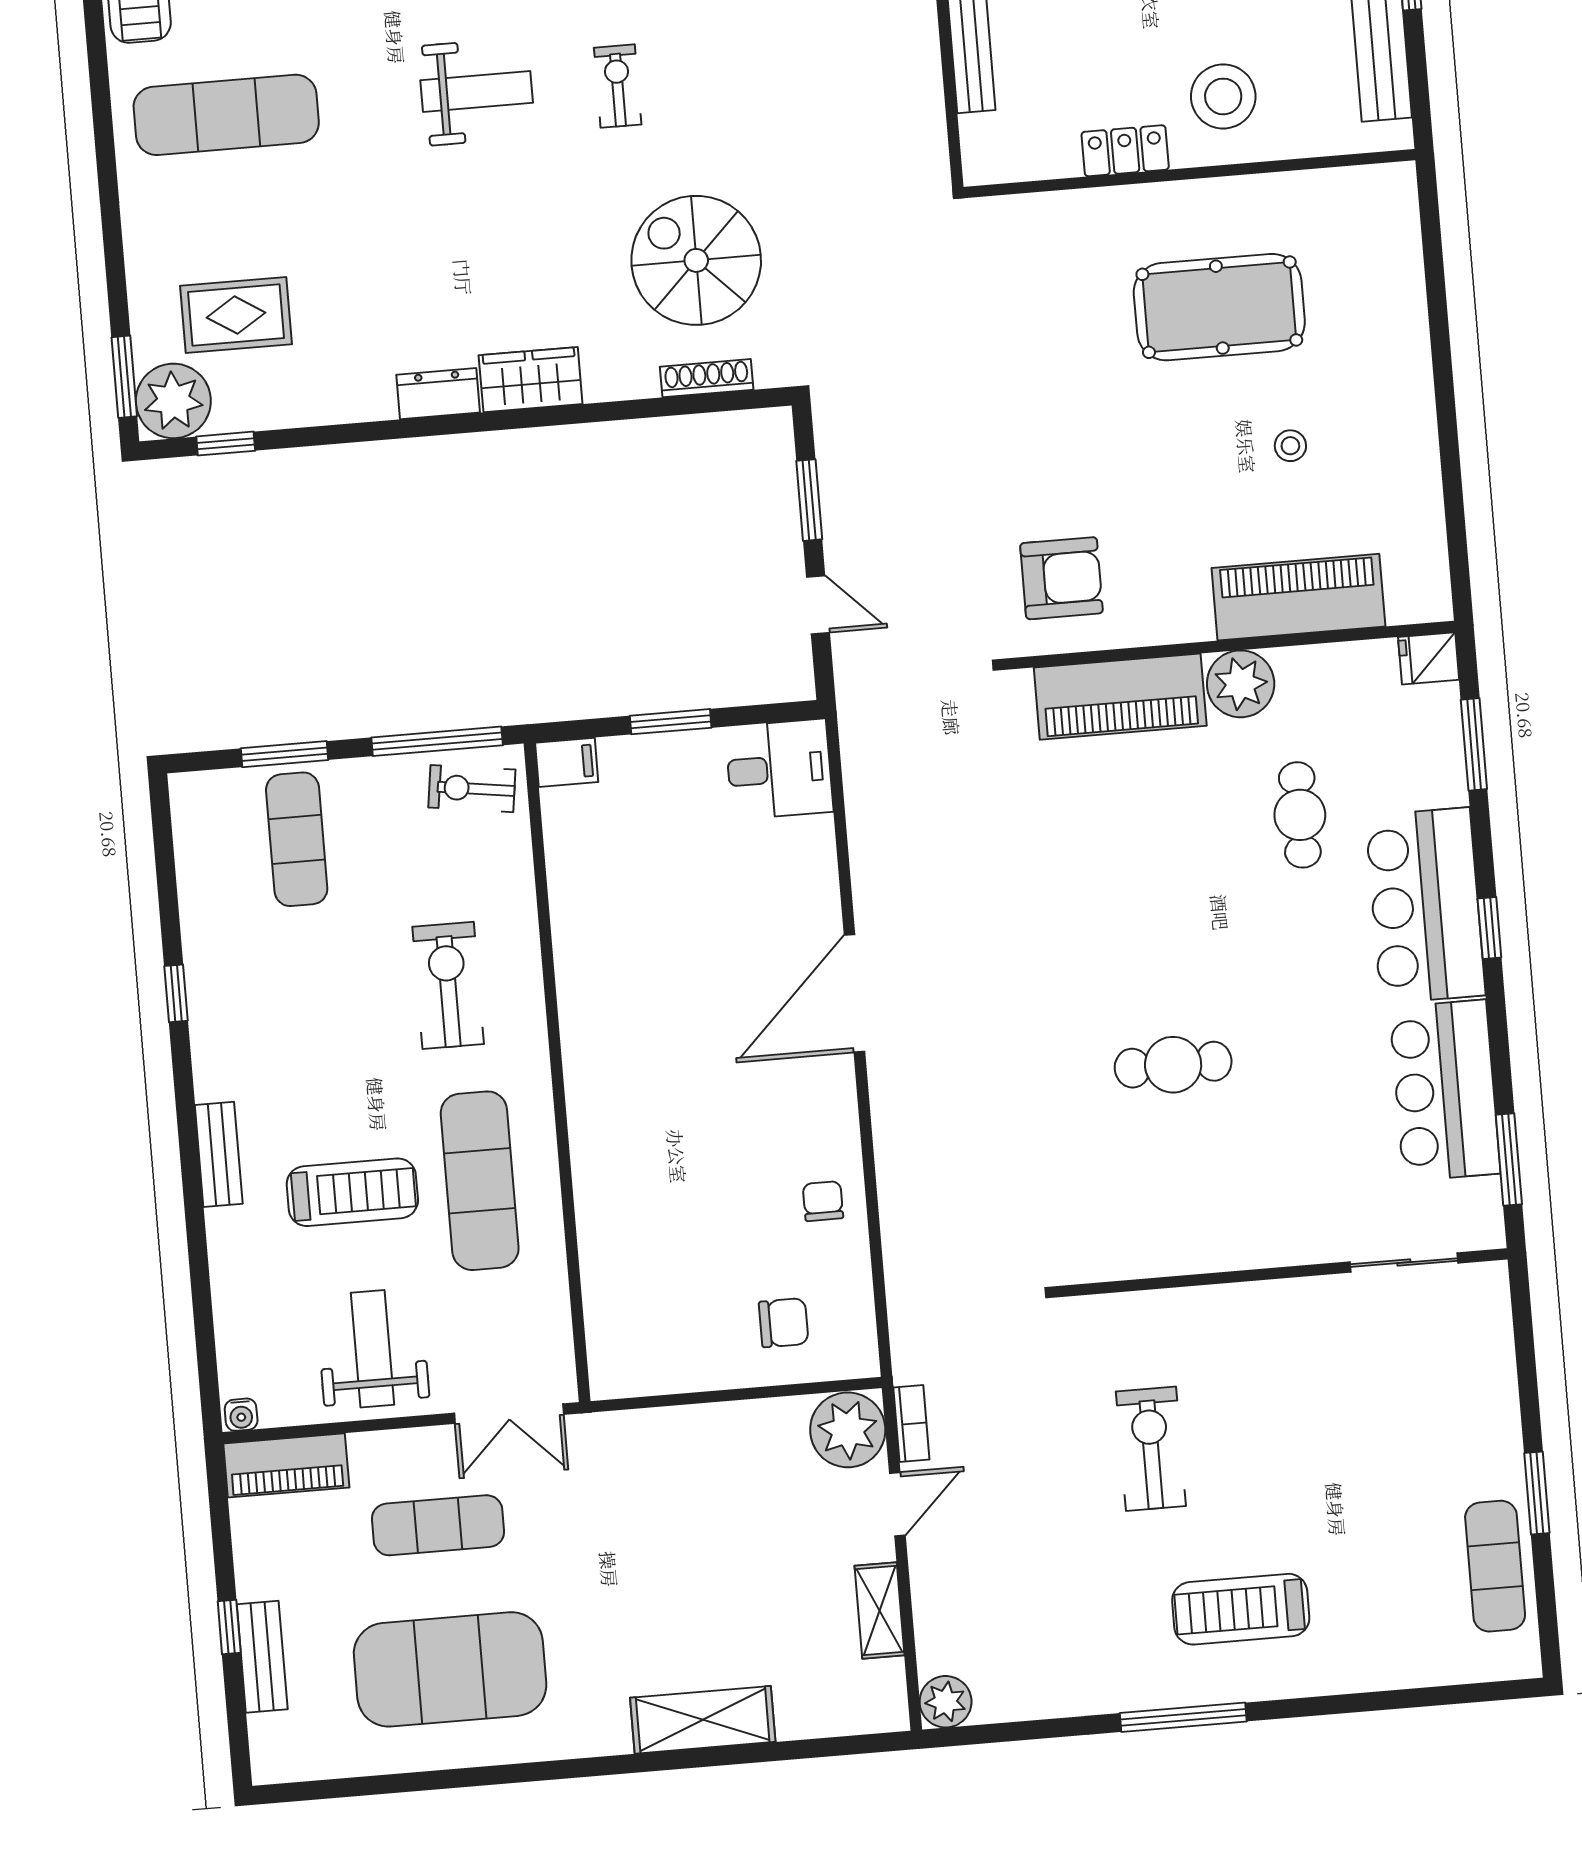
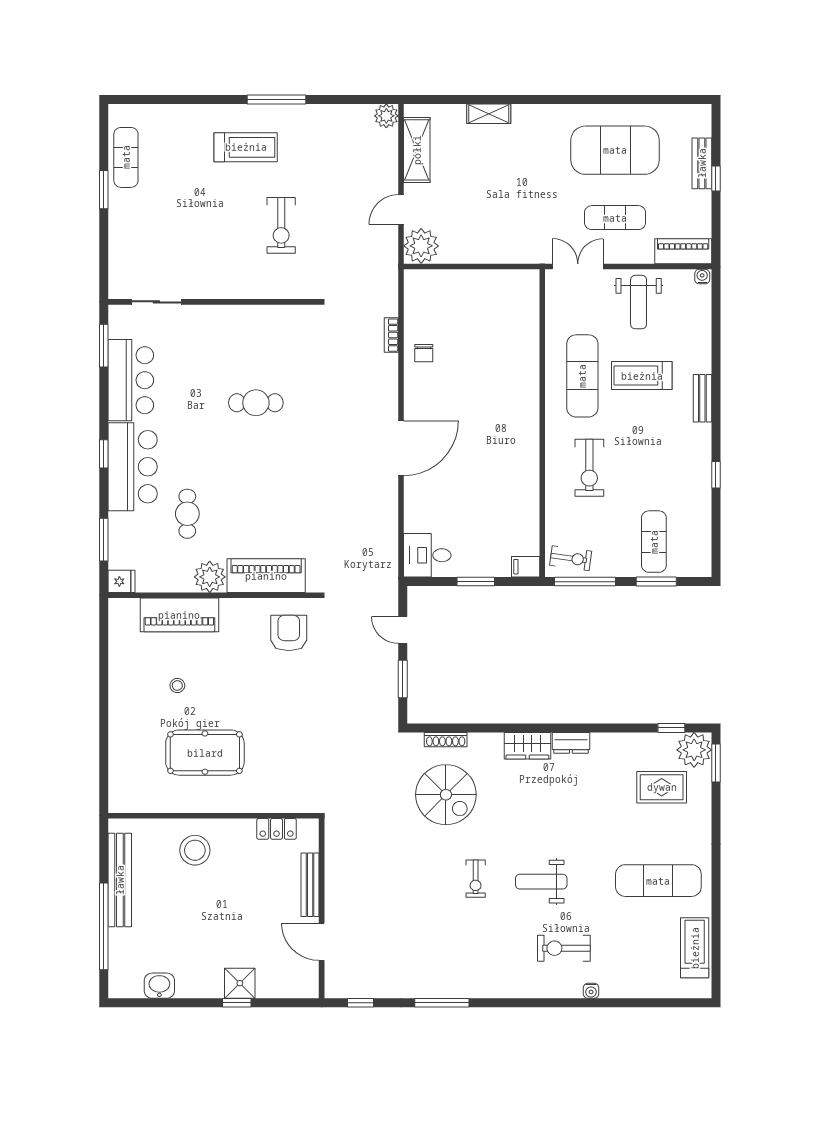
locker: (1125, 151) -> (277, 829), moved
armchair: (1061, 578) -> (289, 633), turned 90
chair: (784, 1323) -> (447, 298), removed
bookcase: (911, 1424) -> (391, 335), moved
shelving: (879, 1611) -> (417, 150), width x1.50, depth x1.33
shelving: (703, 1720) -> (489, 114), width x0.67, depth x0.75

